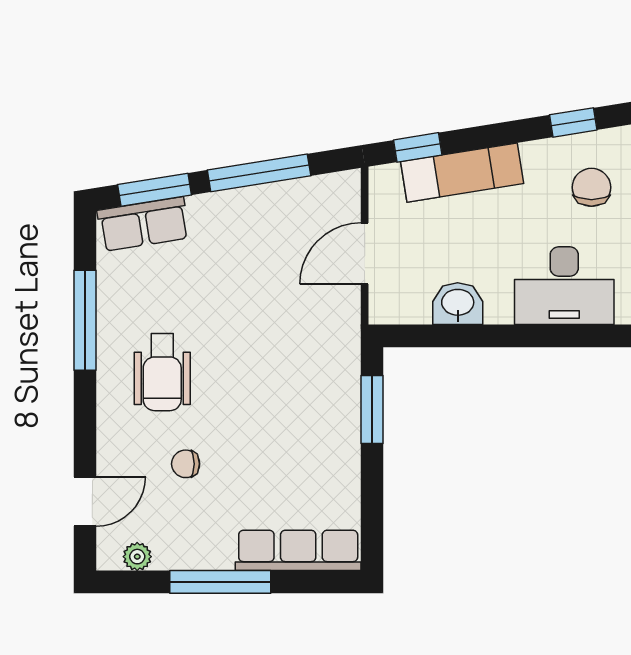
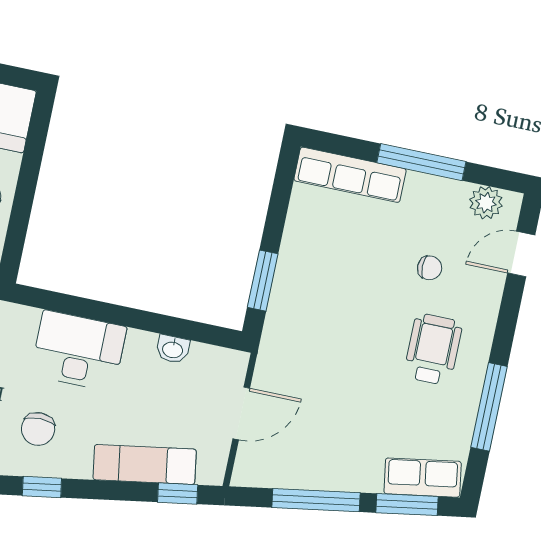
washbasin: (458, 304) -> (173, 349), width x0.72, depth x0.69
plant: (137, 557) -> (486, 203), width x1.38, depth x1.38

